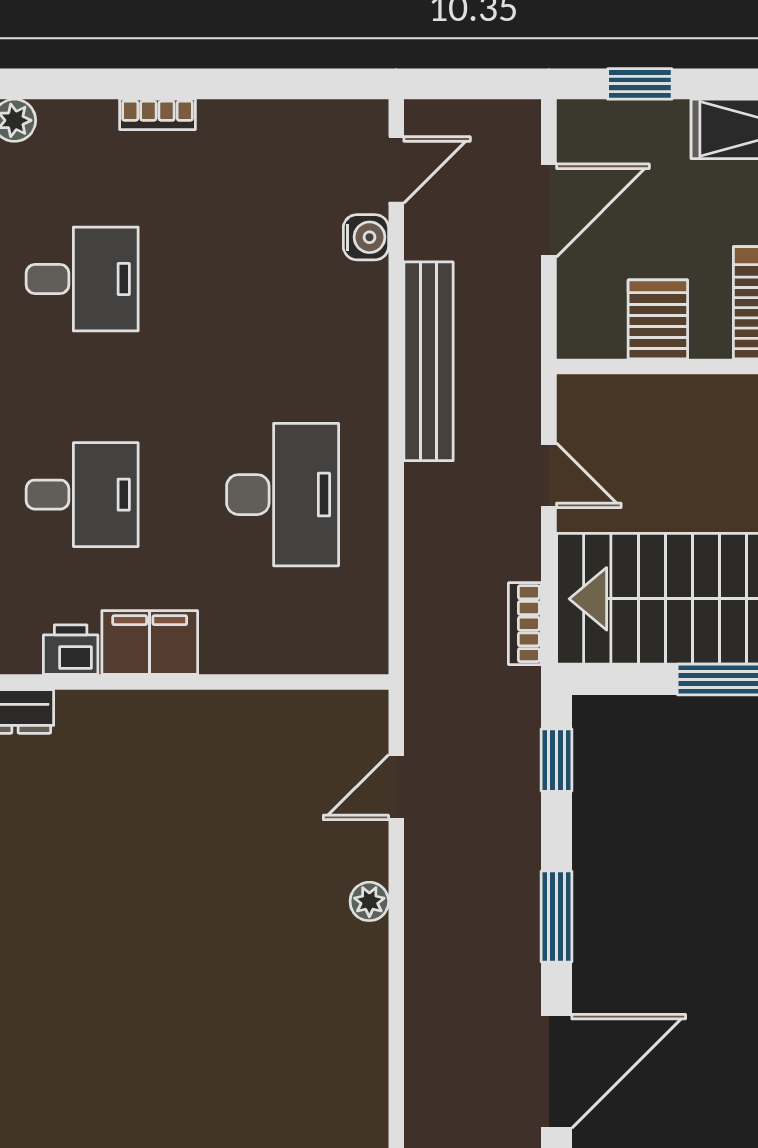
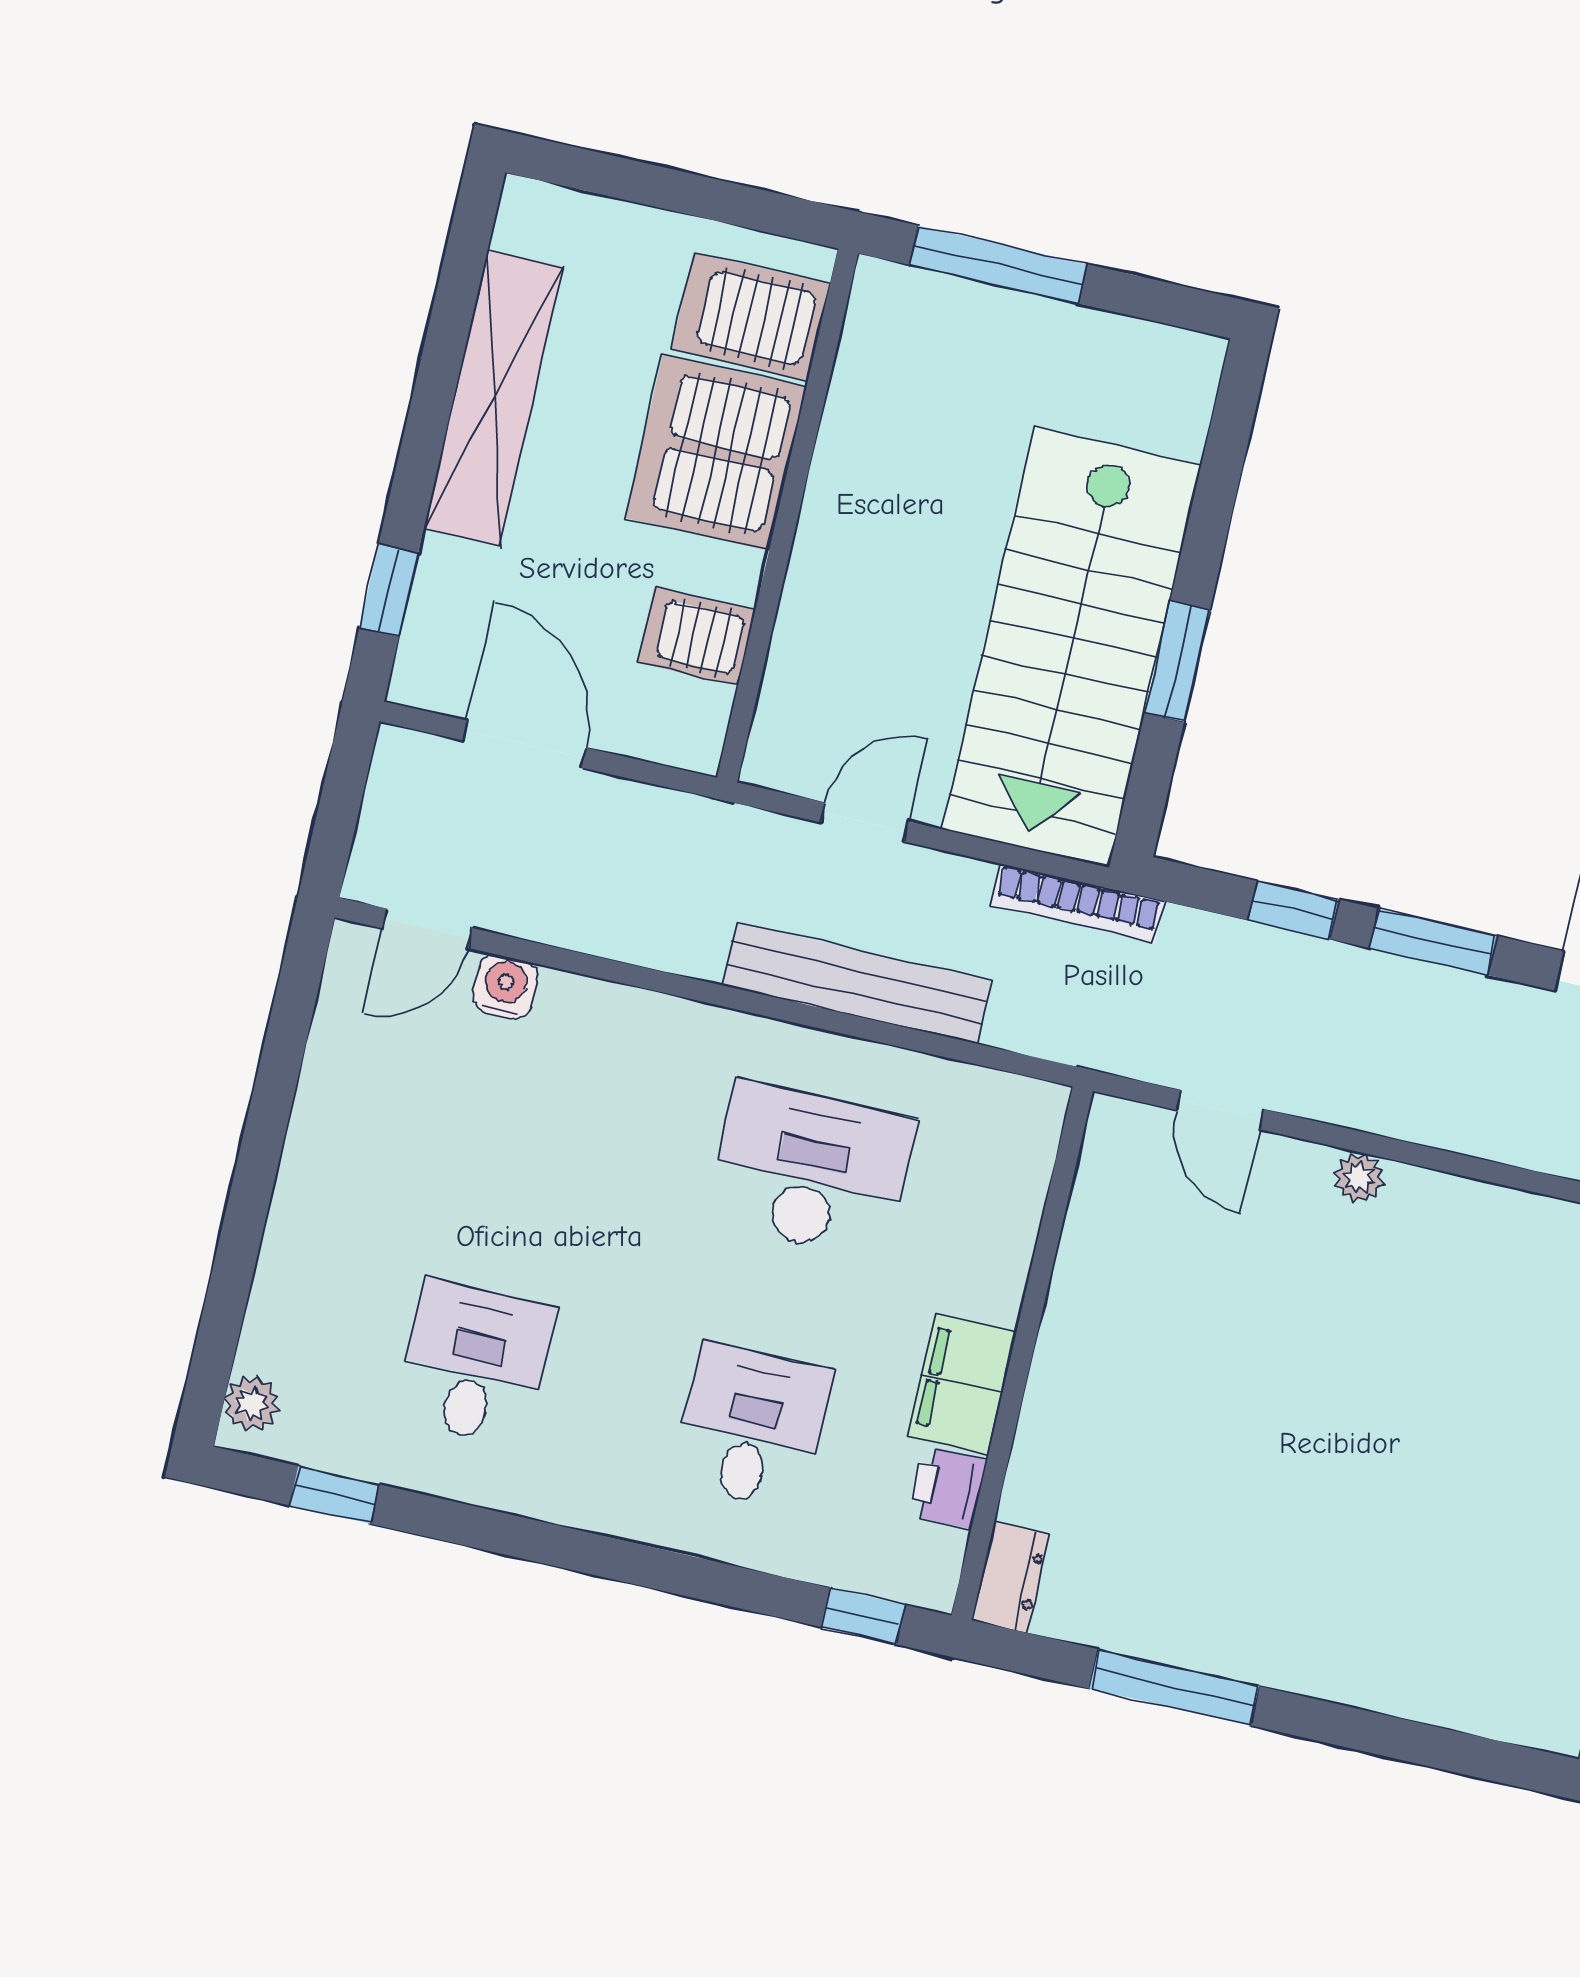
bookcase: (157, 114) -> (286, 1218), removed
door: (396, 170) -> (428, 928), swing flipped
bench: (429, 361) -> (857, 983), moved
bookcase: (525, 624) -> (1077, 903), width x1.56
window: (557, 760) -> (1293, 910), moved

